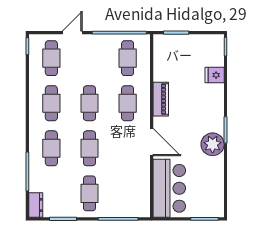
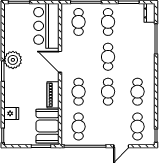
booth: (168, 59) -> (47, 126), added
cafe table: (51, 148) -> (79, 22), moved

